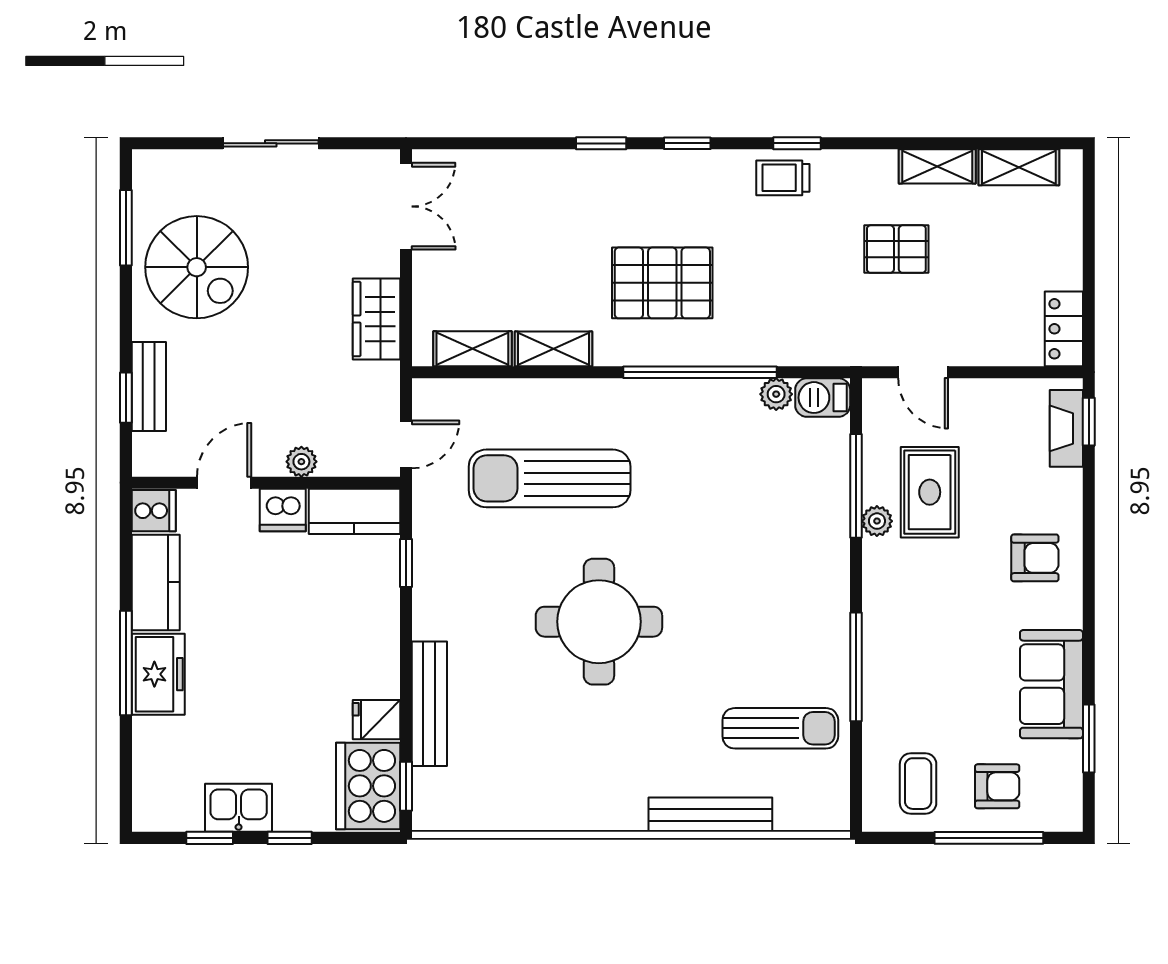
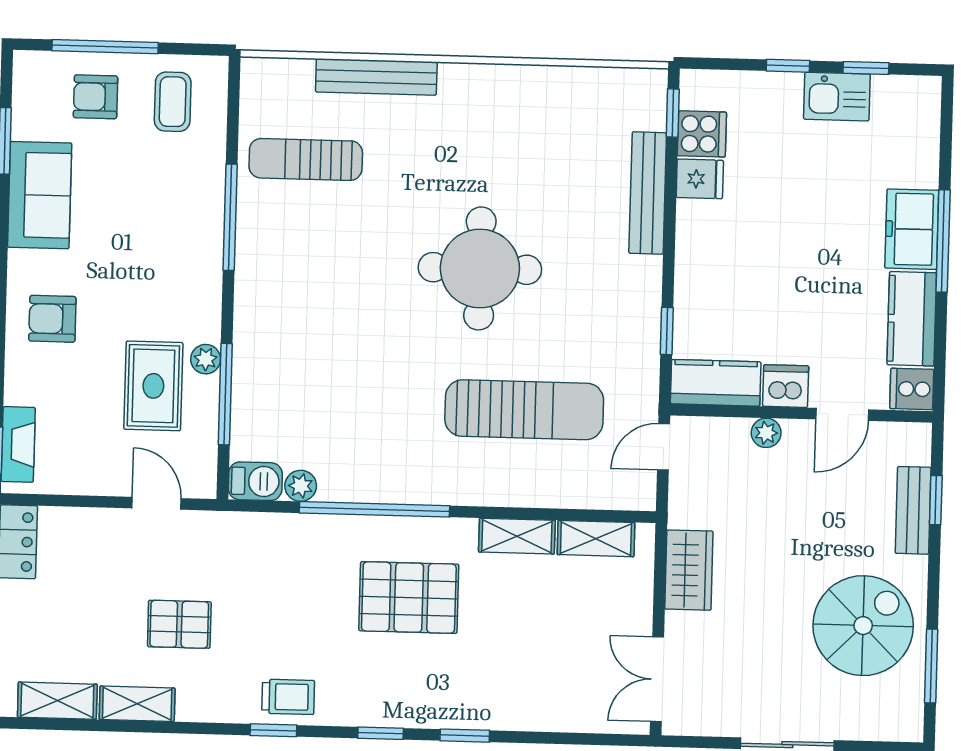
spiral stairs: (197, 267) -> (863, 626), turned 90
cooker: (368, 786) -> (702, 134), width x0.53, depth x0.76

